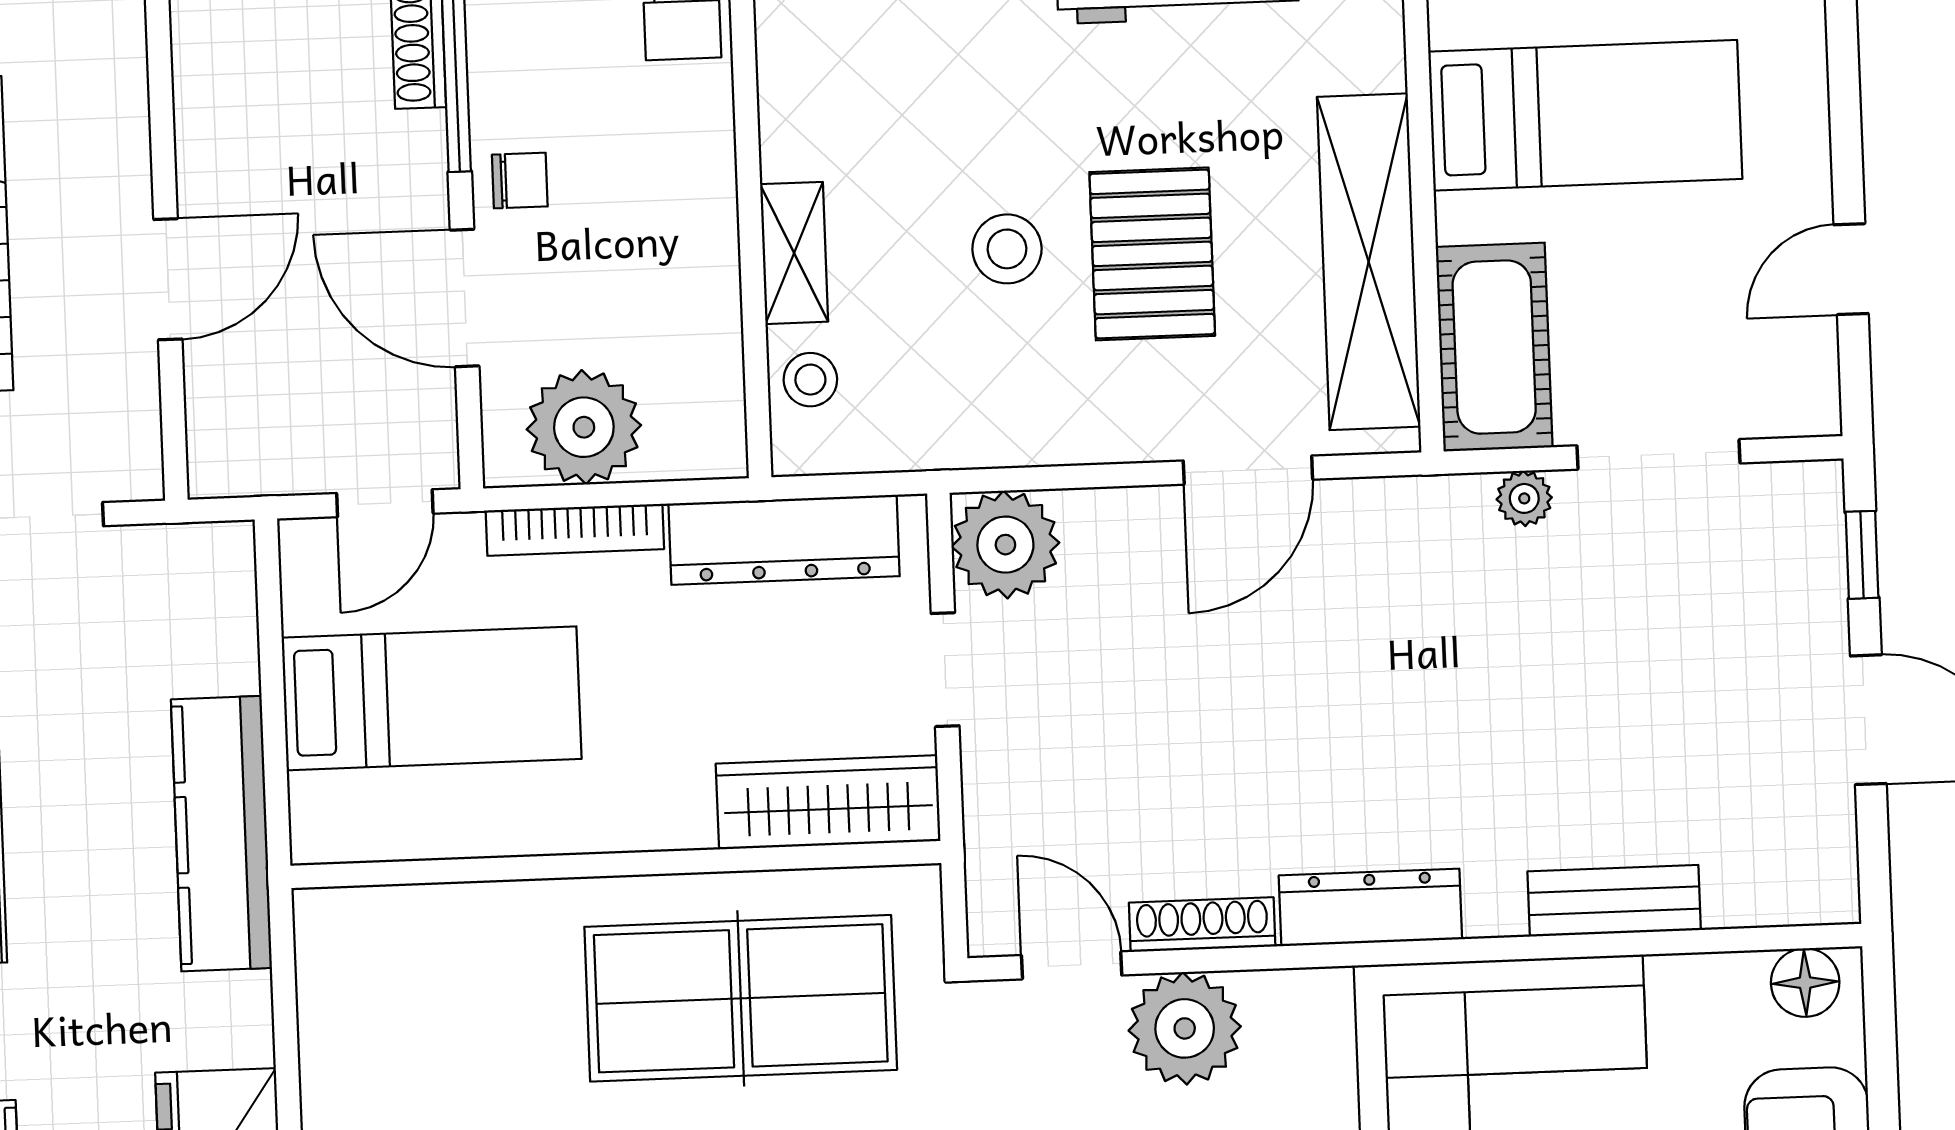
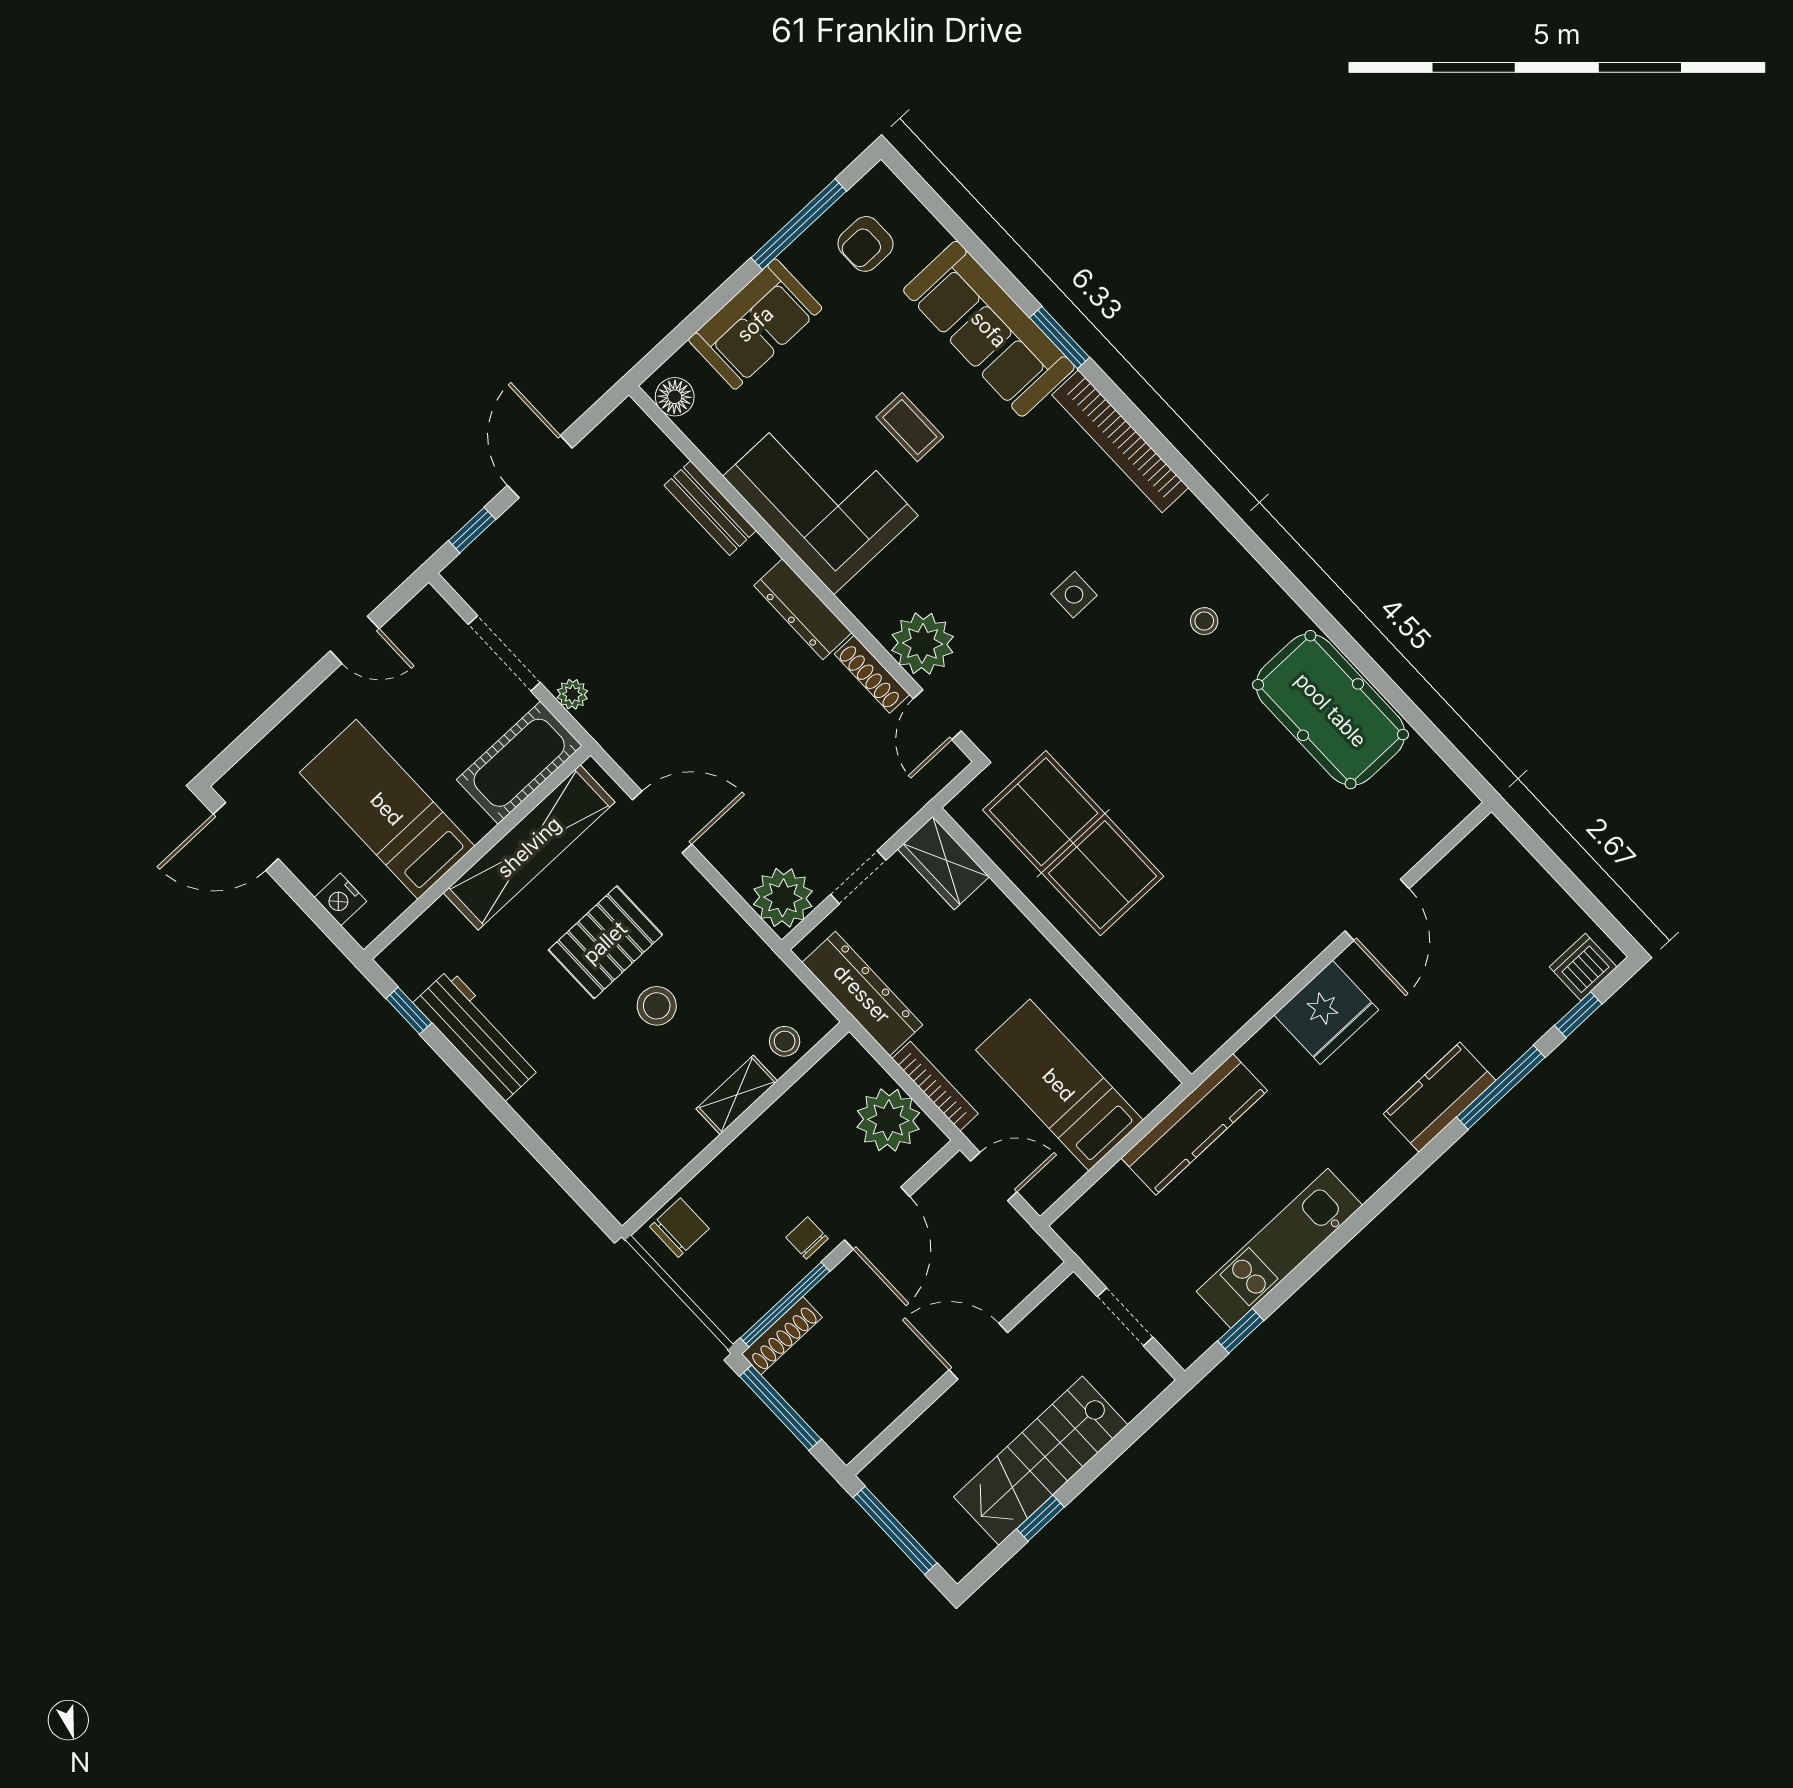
wardrobe: (828, 802) -> (943, 863), width x0.67

